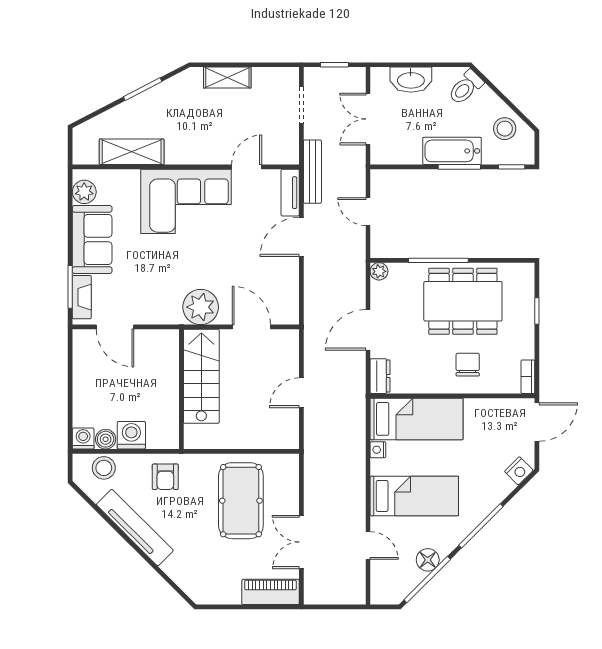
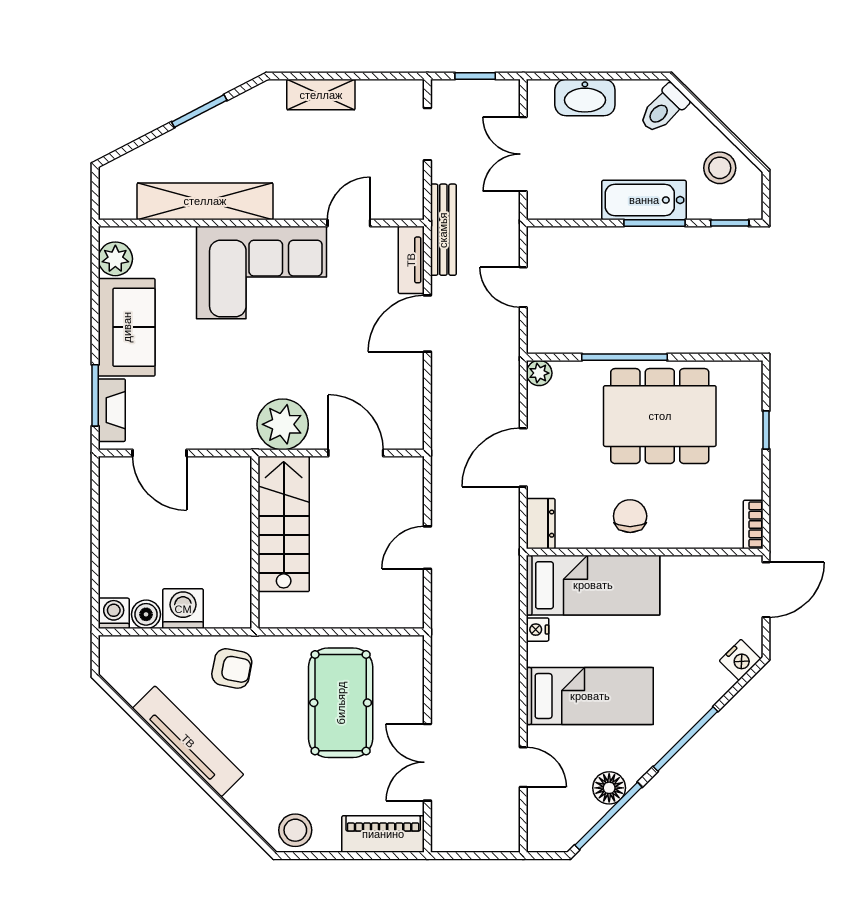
shelving: (132, 152) -> (205, 201), width x1.47
chair: (468, 365) -> (630, 516), moved
stool: (104, 468) -> (295, 830), moved
armchair: (165, 477) -> (232, 668), turned -79

